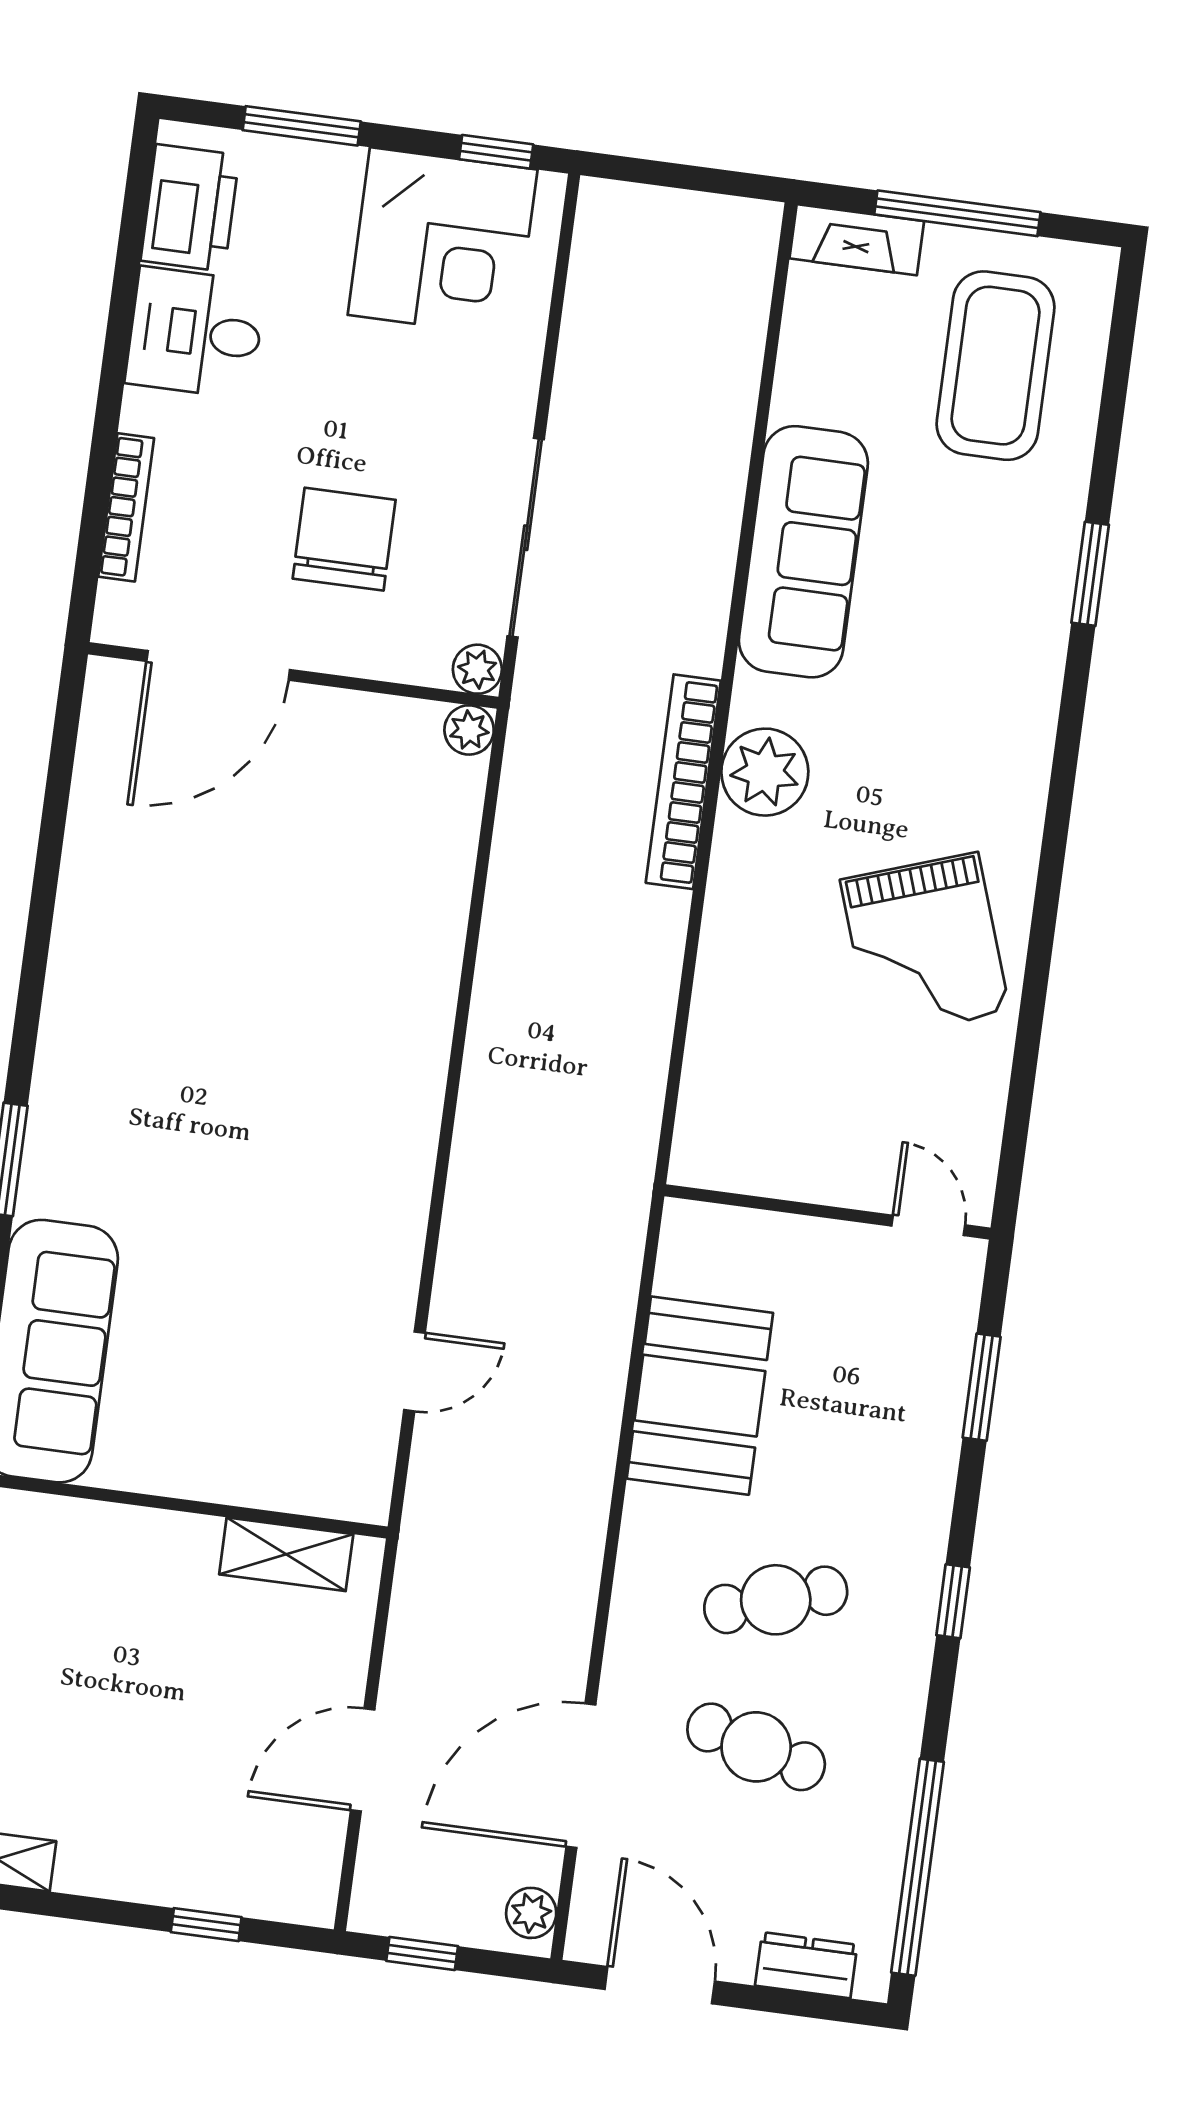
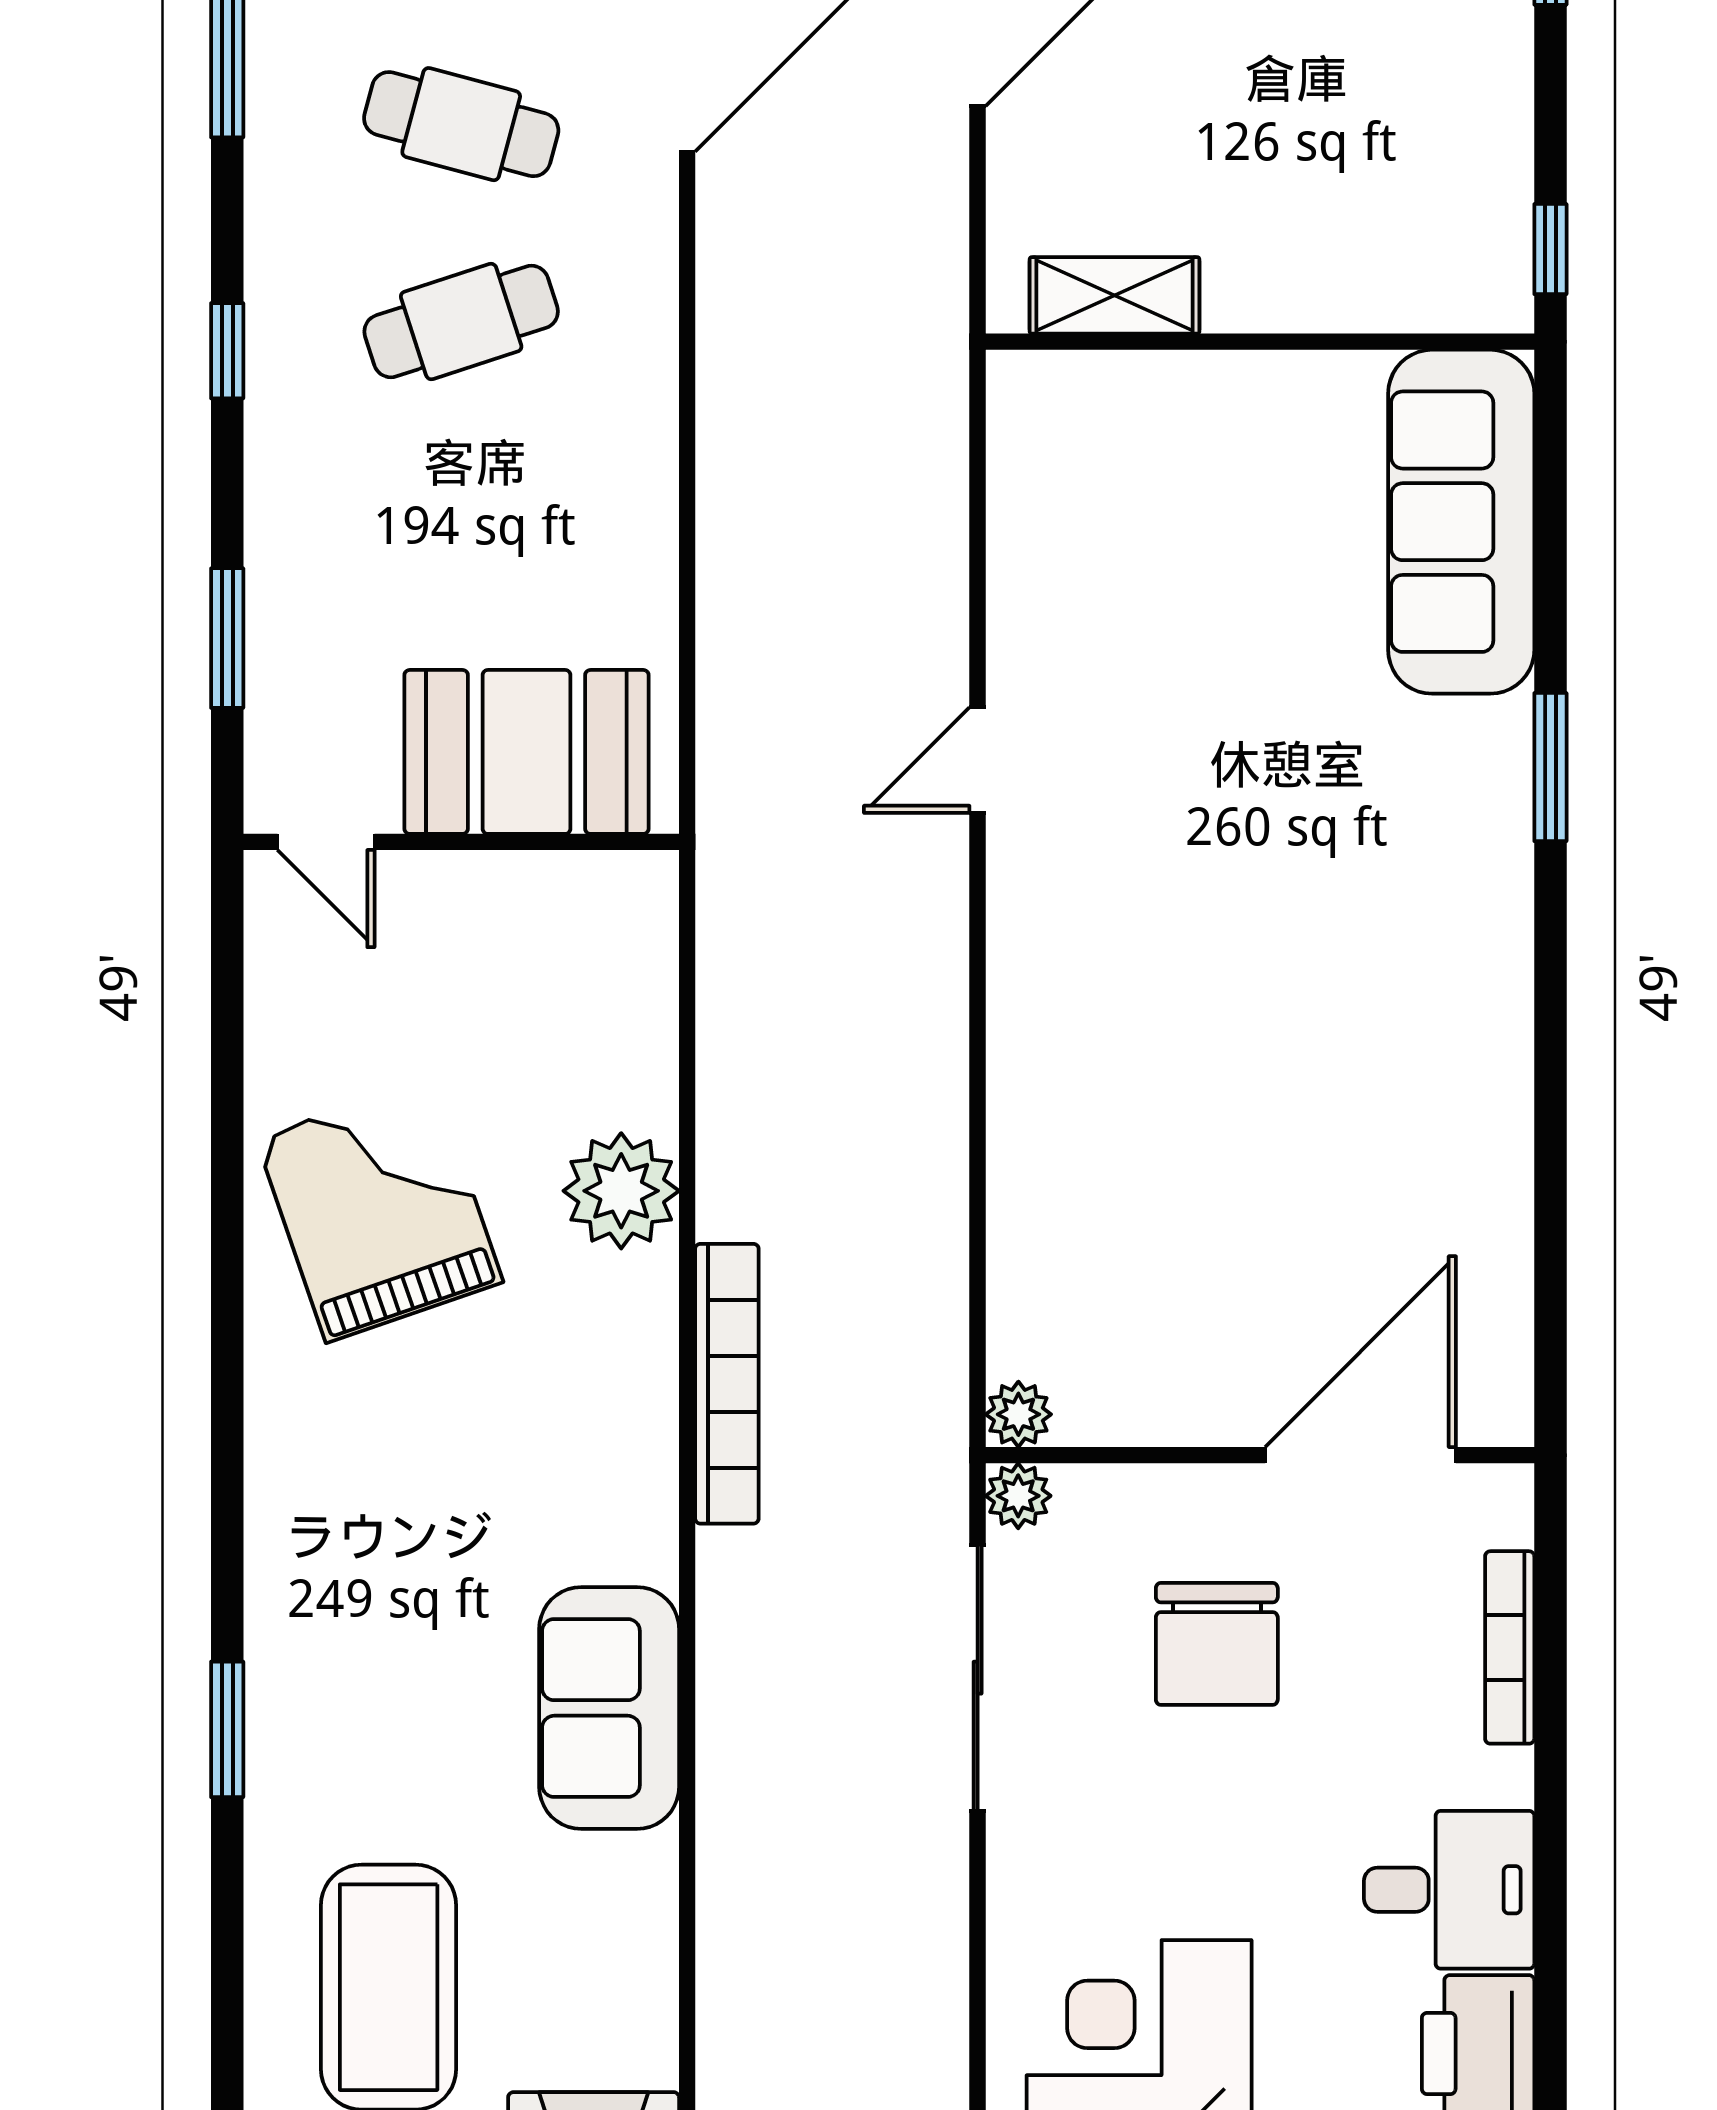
sofa: (803, 552) -> (609, 1708), width x0.73
plant: (765, 772) -> (621, 1191), moved
door: (414, 1371) -> (978, 760), moved
booth: (700, 1396) -> (526, 752), moved, turned 90

